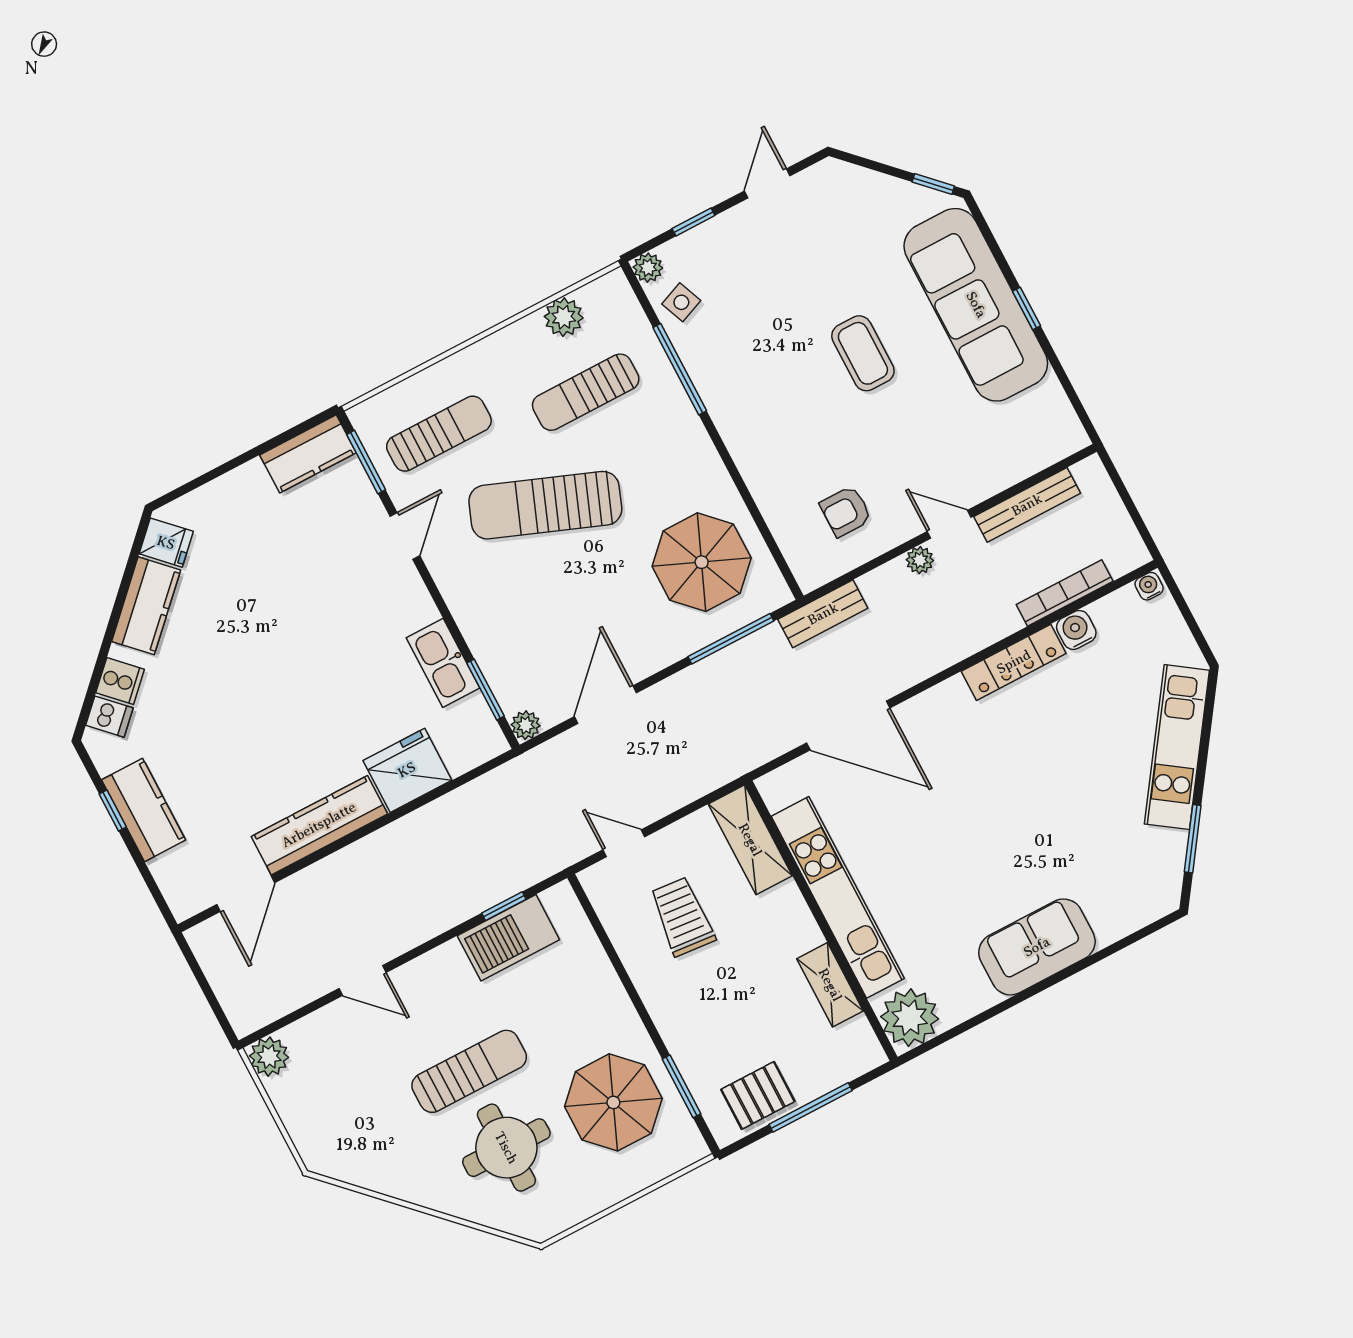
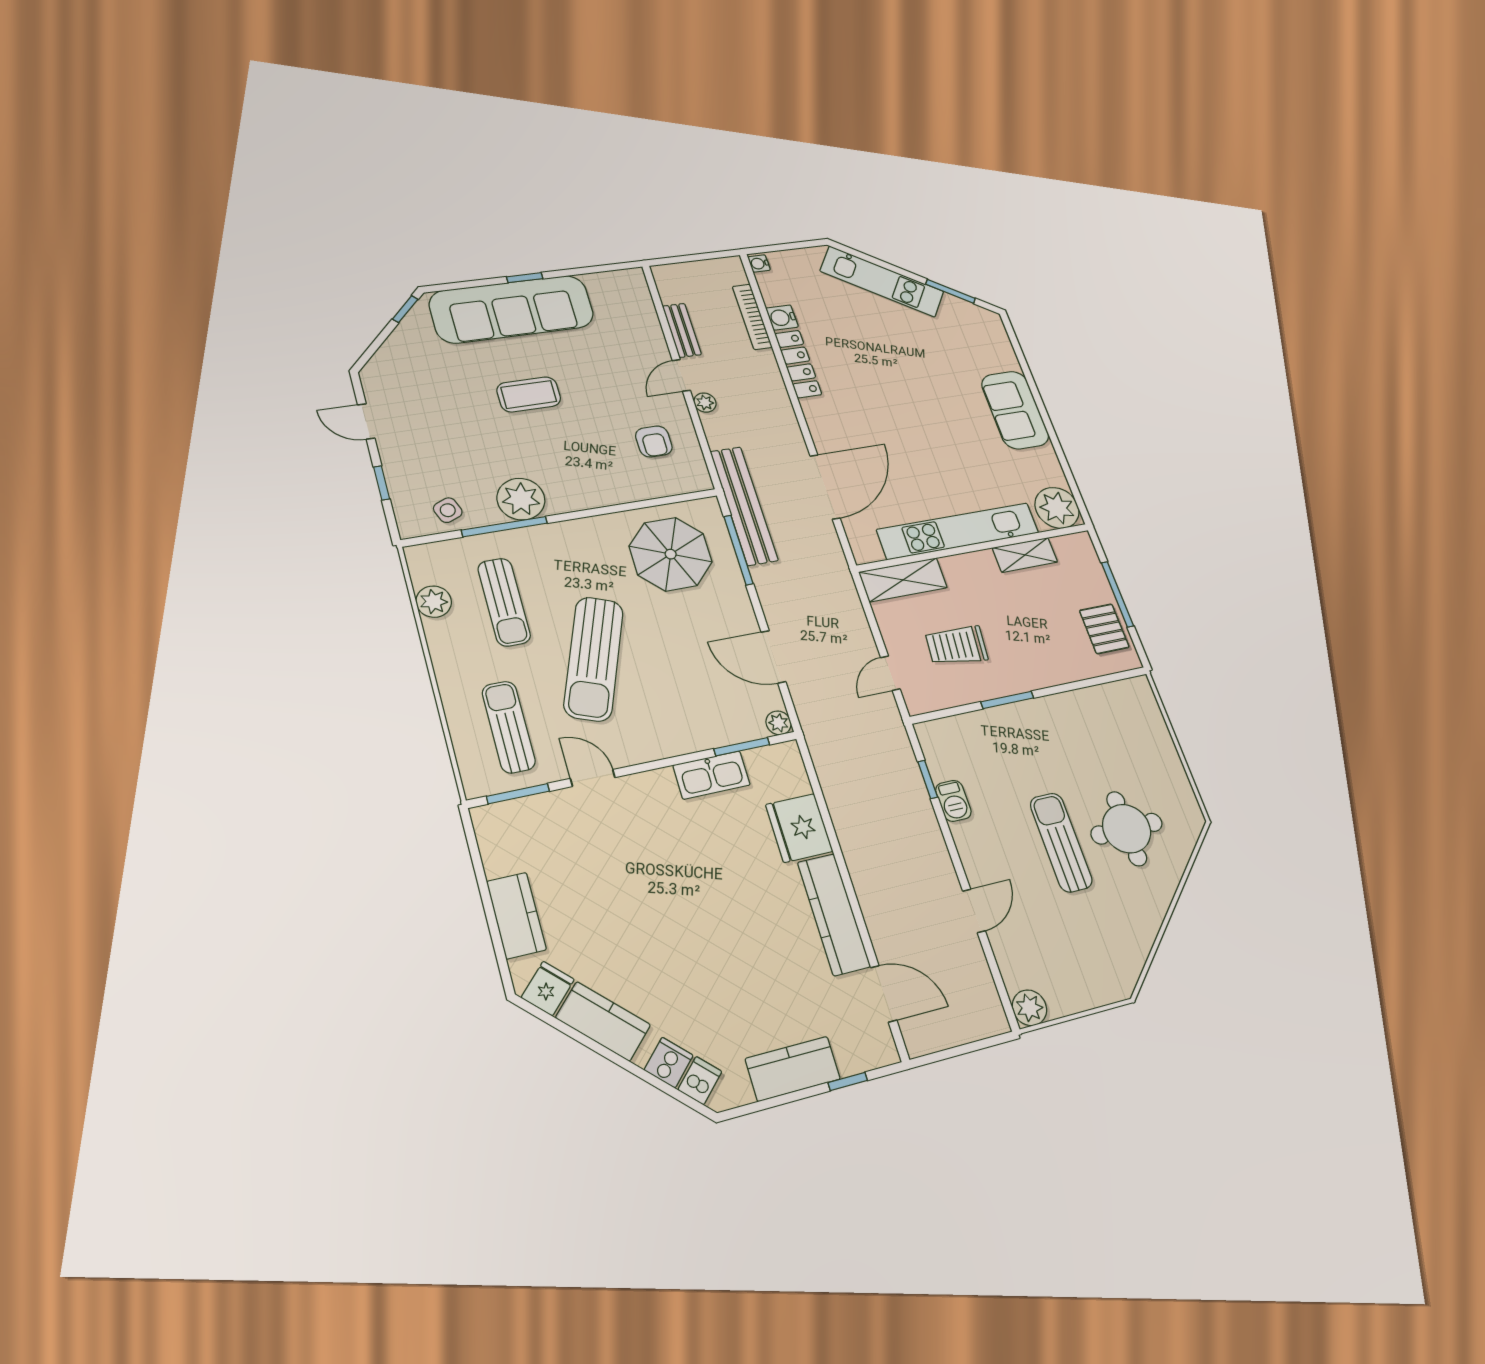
plant: (648, 268) -> (521, 499), moved, width x1.87, depth x1.87
kitchen counter: (308, 454) -> (516, 915), moved
bench: (1027, 505) -> (682, 330), width x0.73
bench: (823, 614) -> (744, 506), width x1.86, depth x1.21
window: (113, 811) -> (848, 1081), moved
barbecue: (508, 938) -> (953, 801), width x0.53, depth x0.65
window: (682, 1086) -> (1007, 700), moved
parasol: (613, 1102) -> (1099, 736), removed

